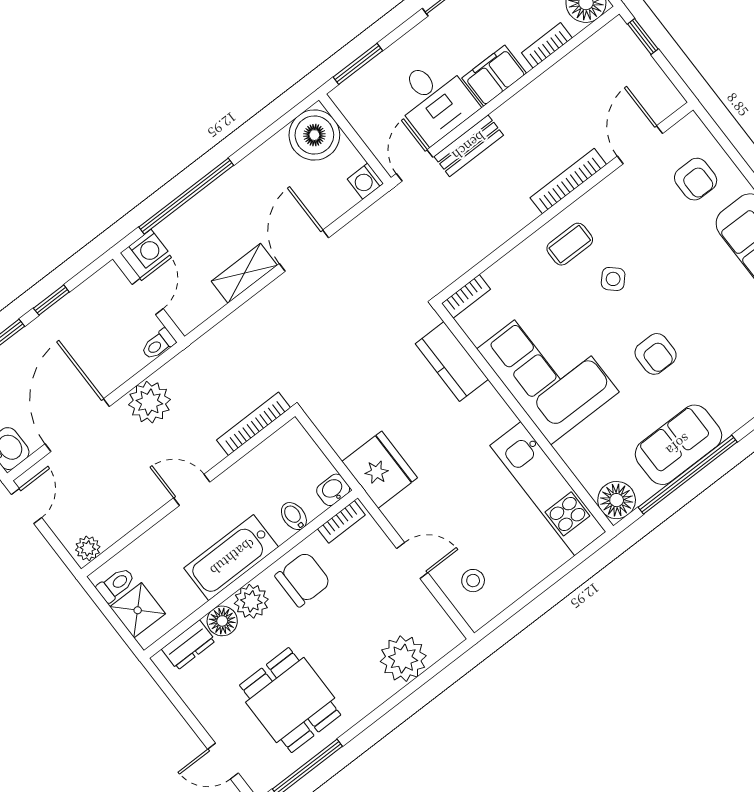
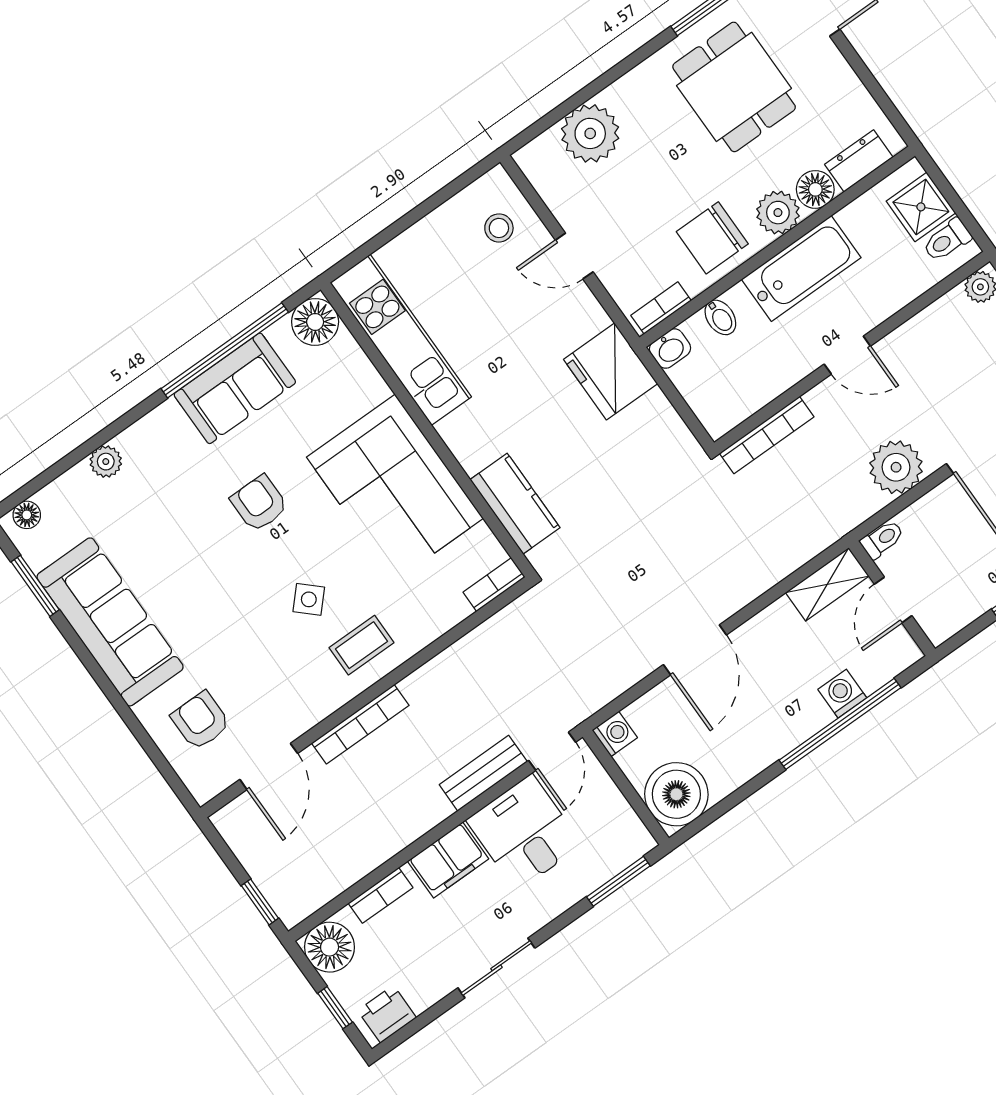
washing machine: (148, 249) -> (842, 694), moved
shelving: (244, 273) -> (827, 584), moved

